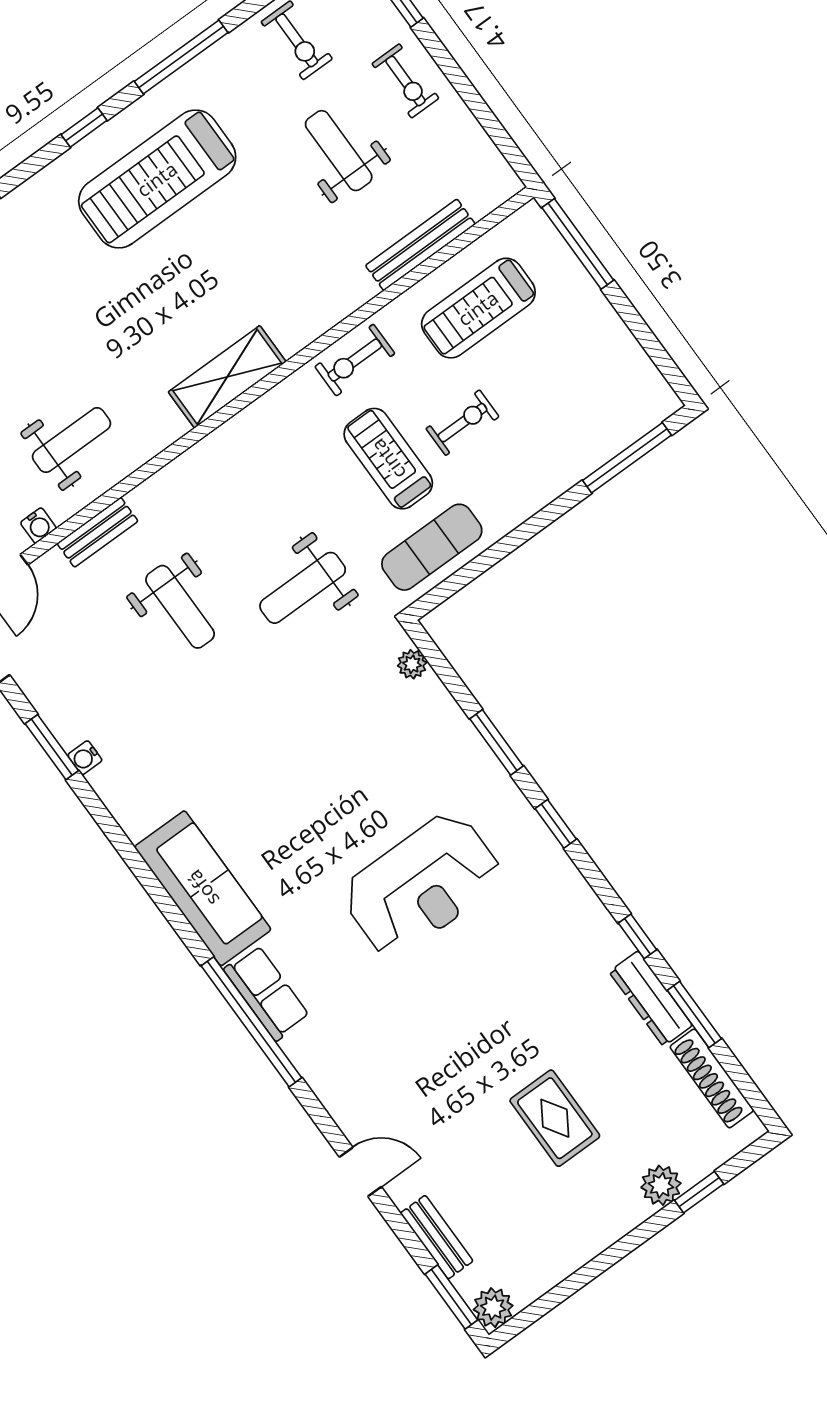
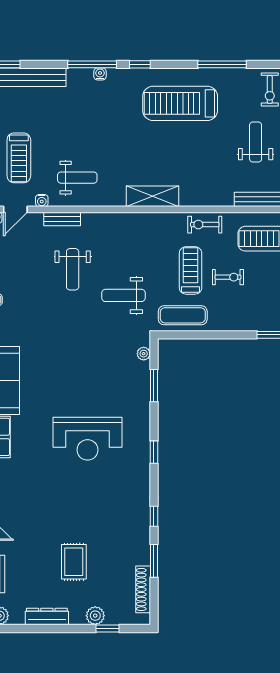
window: (84, 128) -> (140, 64), moved
window: (497, 742) -> (154, 386), moved
dresser: (651, 999) -> (47, 617), moved, turned 90

